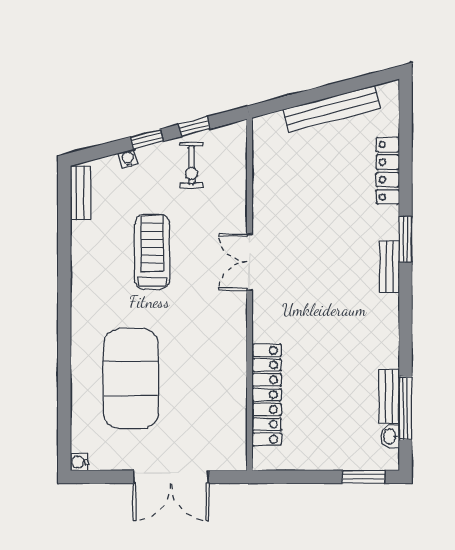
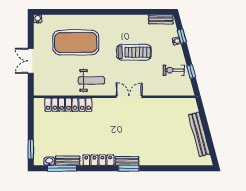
window: (147, 139) -> (182, 36), moved
locker: (388, 171) -> (98, 160), moved
window: (405, 239) -> (129, 168), moved
weight bench: (214, 344) -> (91, 80), added
double door: (171, 477) -> (31, 61), width x0.73

